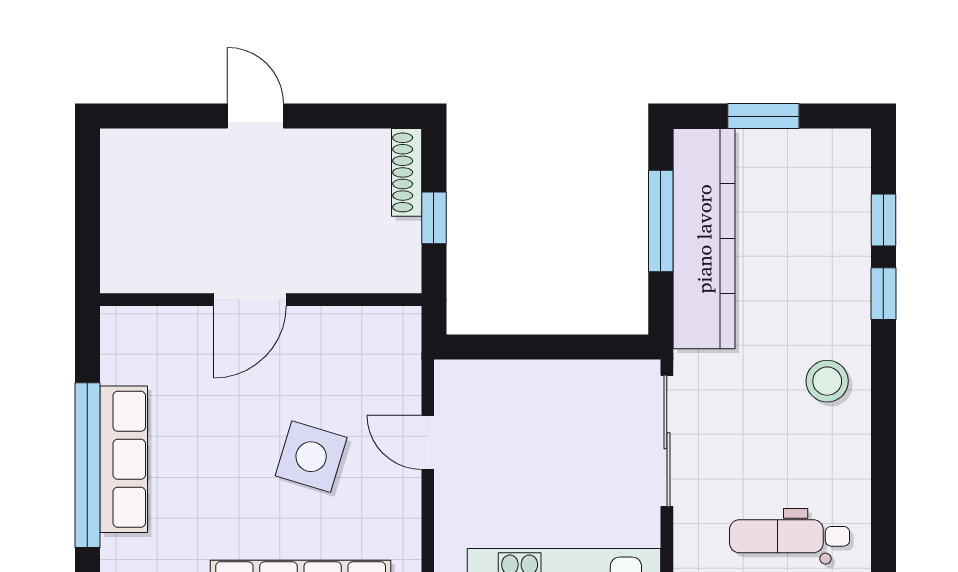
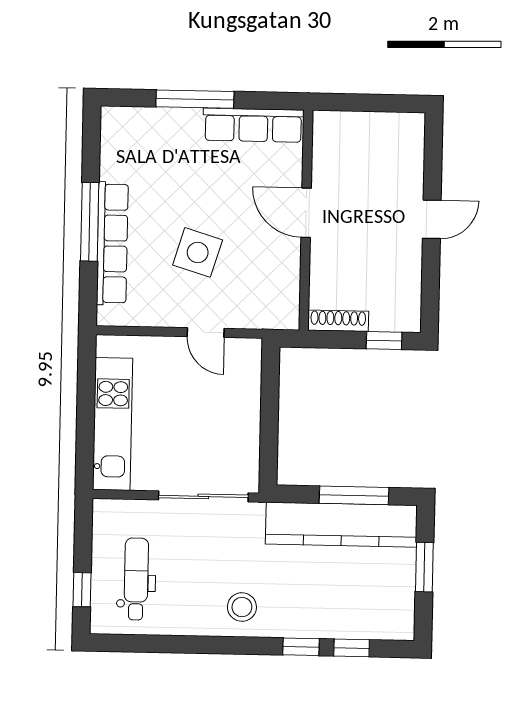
shoe rack: (407, 172) -> (338, 321), moved
window: (434, 218) -> (384, 341), moved
door: (428, 442) -> (206, 333), swing flipped
row of seats: (124, 459) -> (253, 125), moved
window: (87, 465) -> (195, 99), width x0.68

